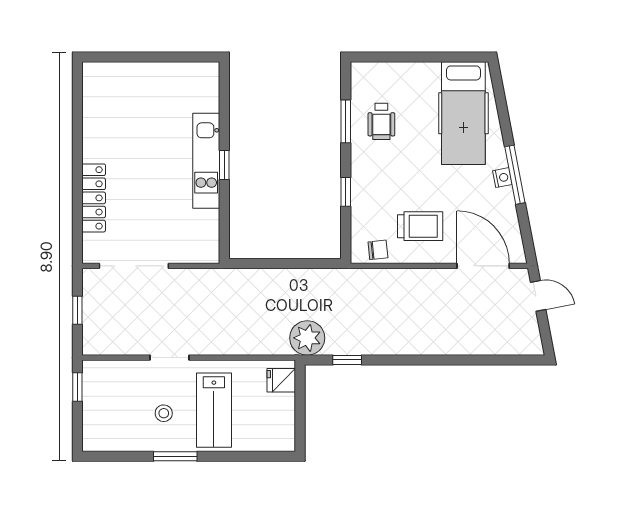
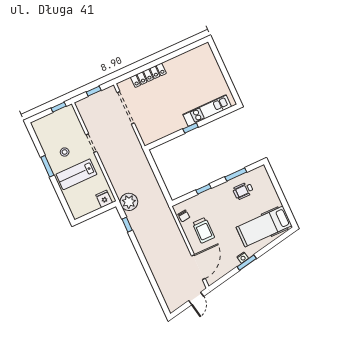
kitchen unit: (206, 161) -> (207, 110), moved
window: (515, 175) -> (247, 263), width x0.69

